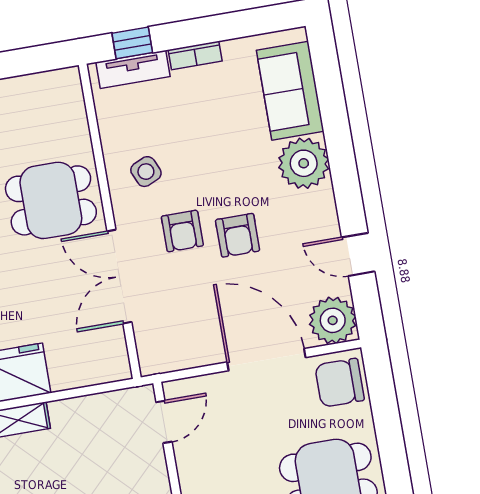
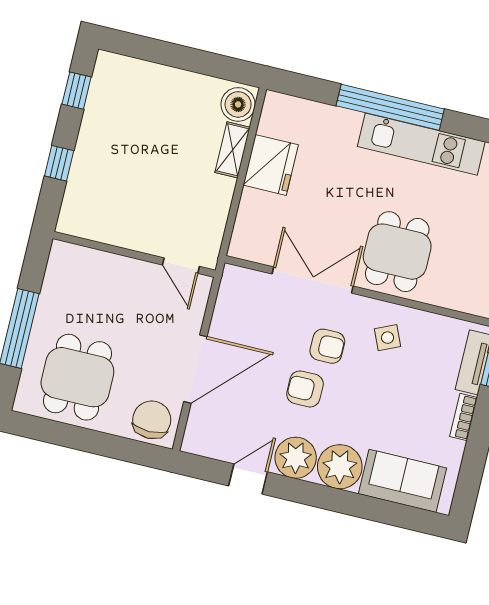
armchair: (182, 231) -> (327, 346), turned 180
plant: (333, 320) -> (296, 458), moved

